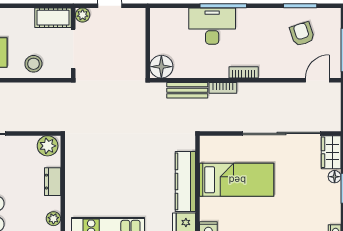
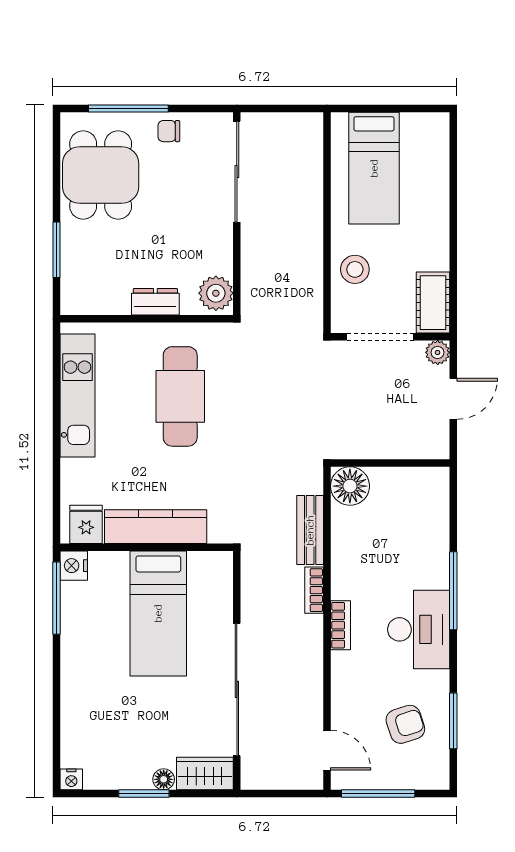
desk: (212, 26) -> (419, 629), moved
cafe table: (108, 167) -> (180, 396), added
plant: (53, 219) -> (93, 303), removed

